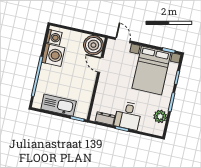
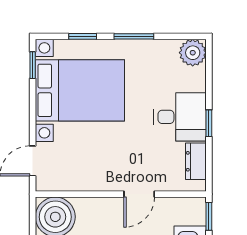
door: (100, 65) -> (139, 194), moved
plant: (160, 116) -> (193, 53), moved

